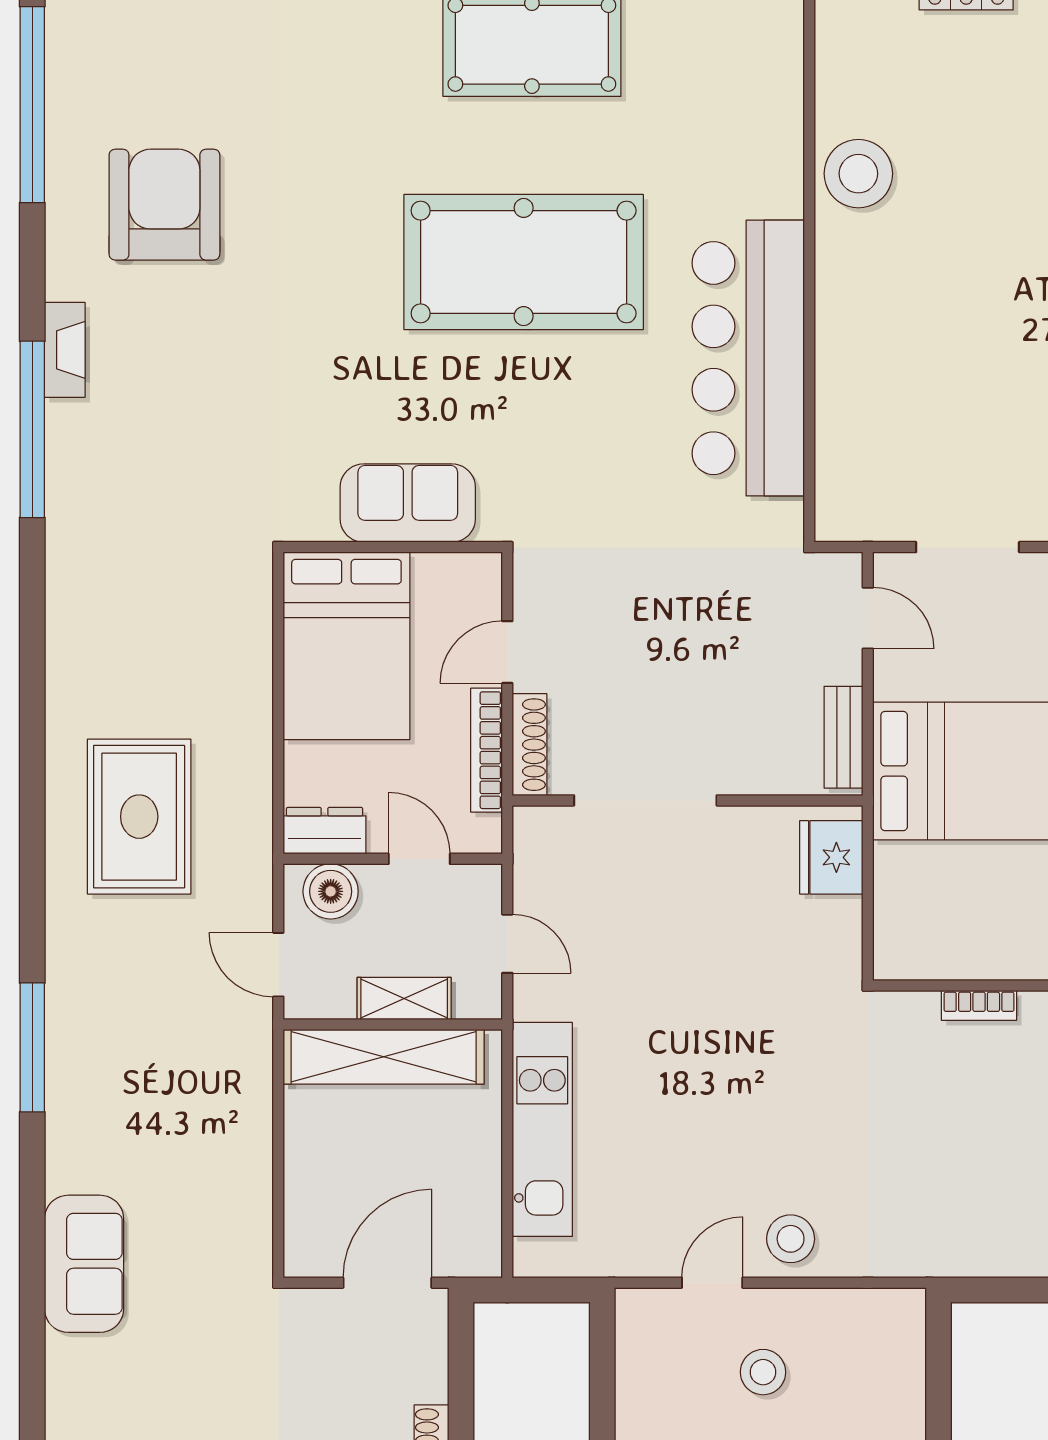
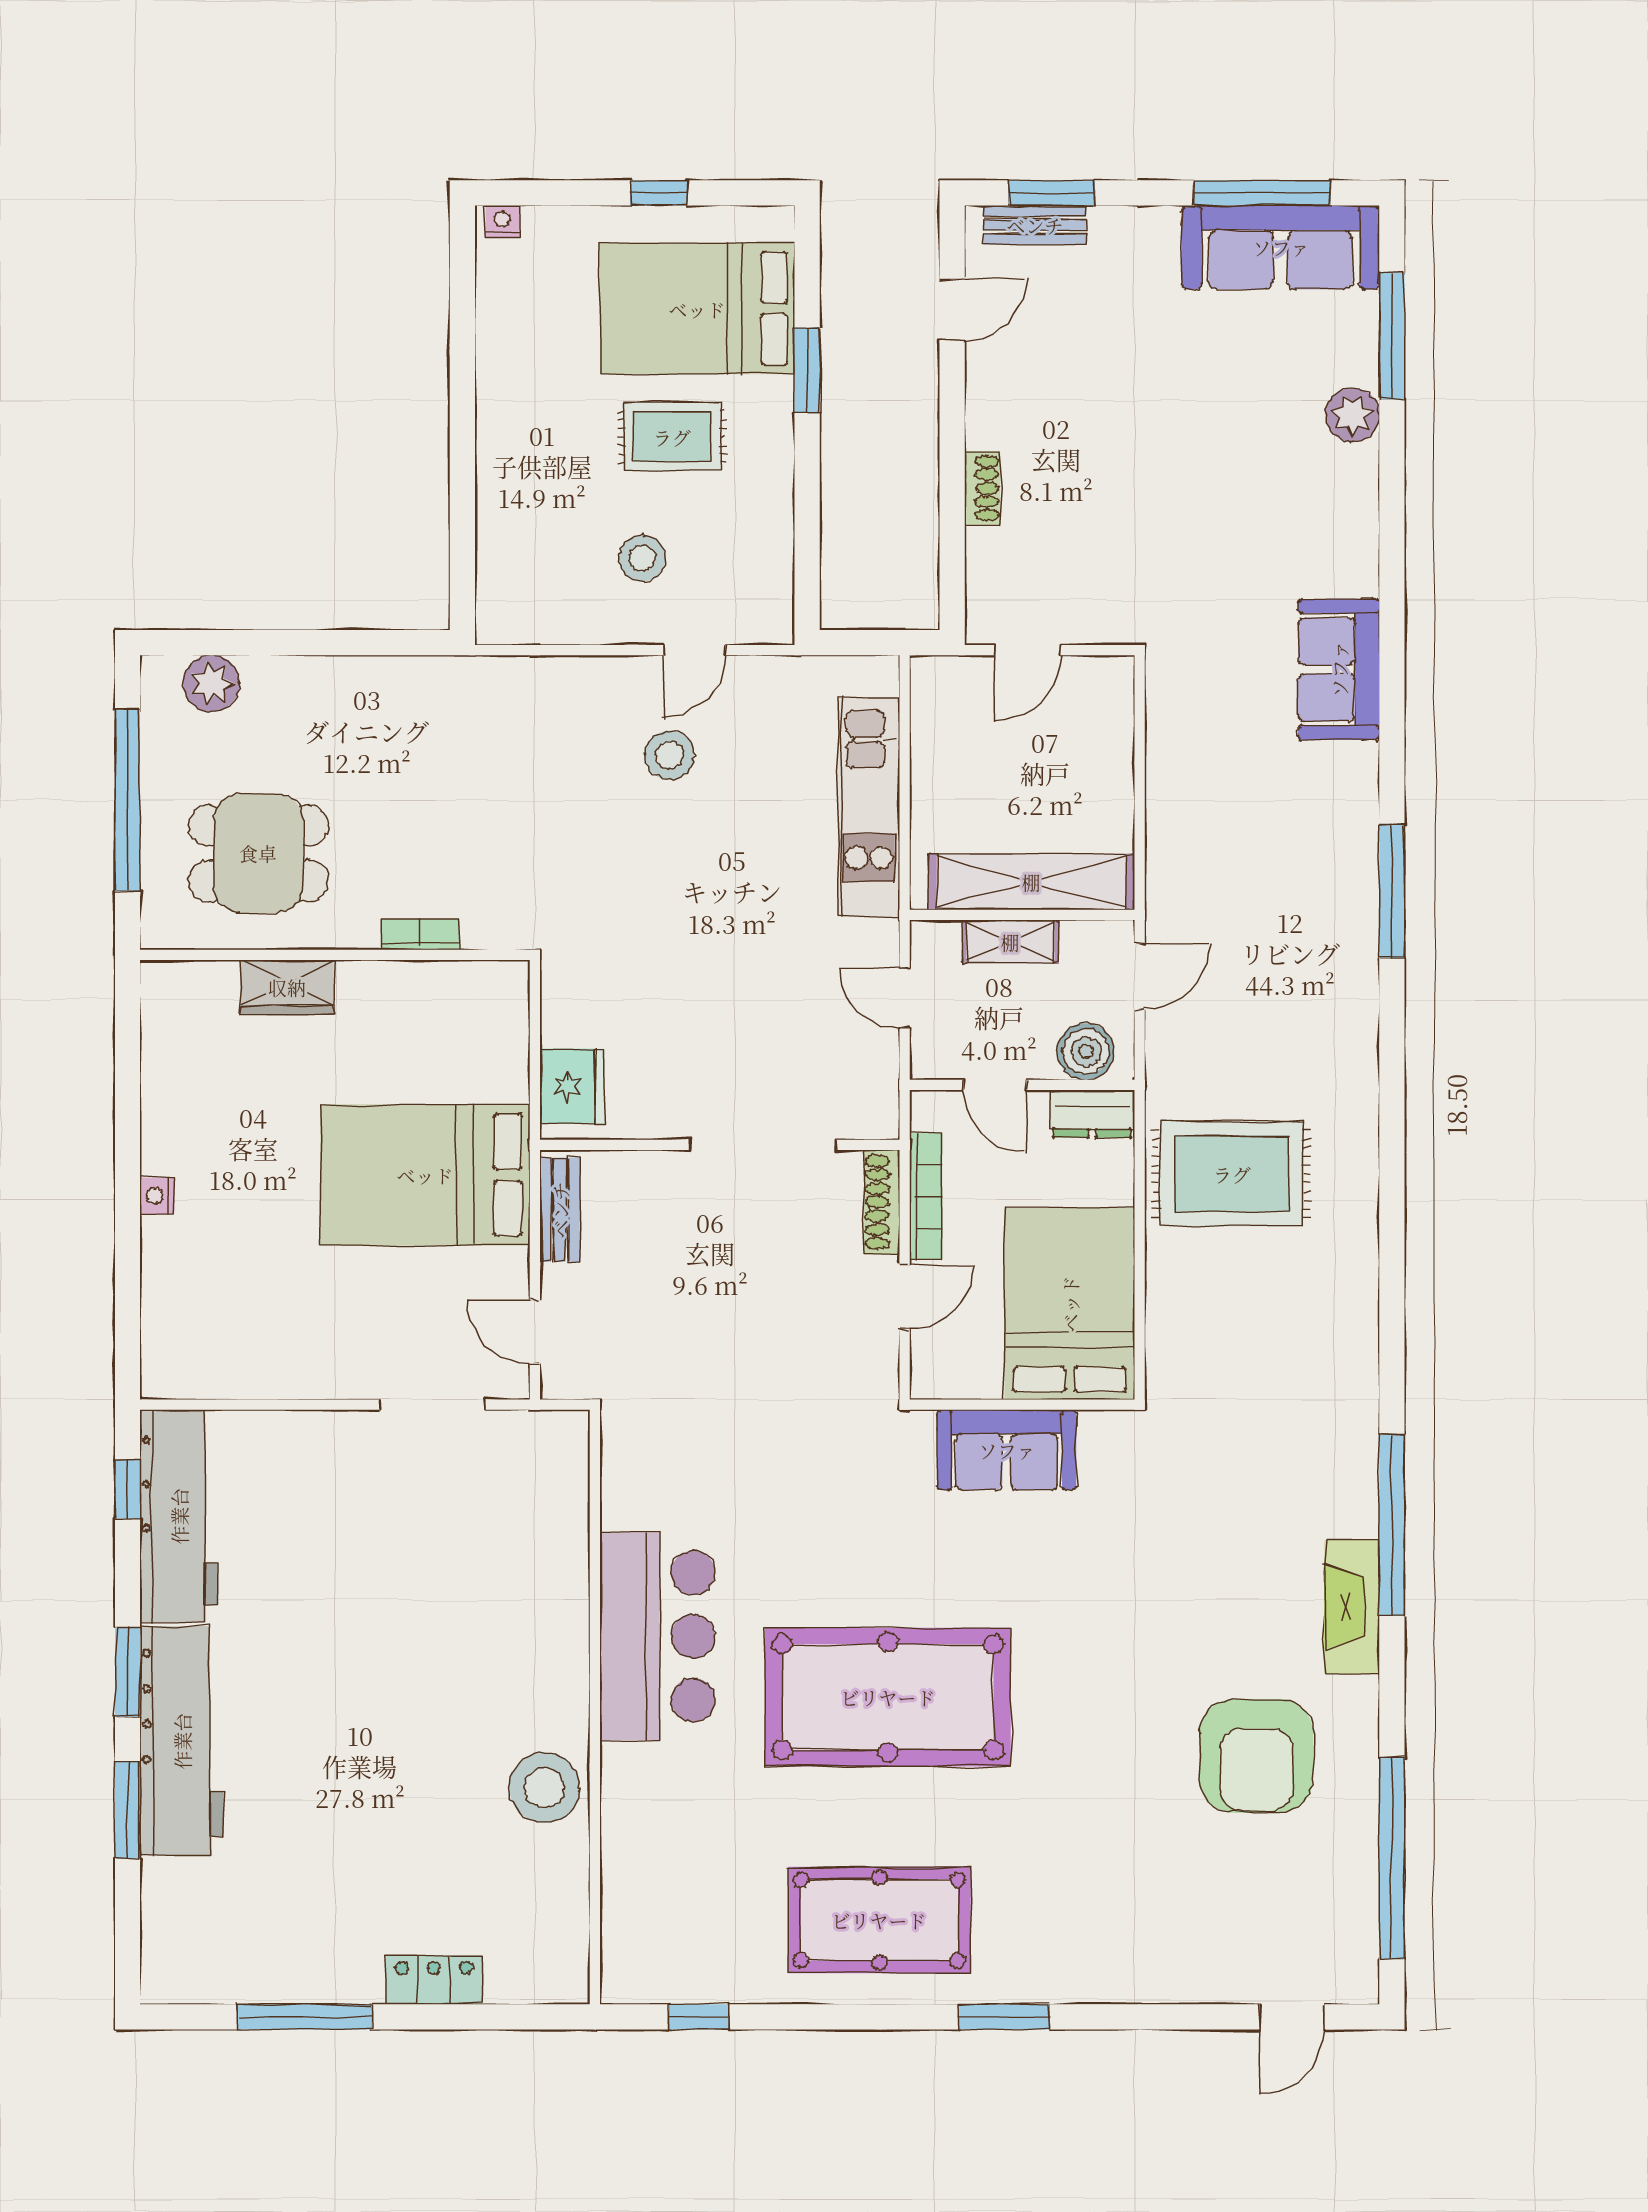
fireplace: (65, 350) -> (1352, 1607), width x1.37, depth x1.32
bar counter: (748, 358) -> (657, 1636), width x0.73
rug: (139, 817) -> (1232, 1174), moved, turned 90
door: (278, 965) -> (1140, 976), hinge flipped
stool: (791, 1239) -> (670, 755), moved
door: (387, 1283) -> (1028, 650), width x0.73

